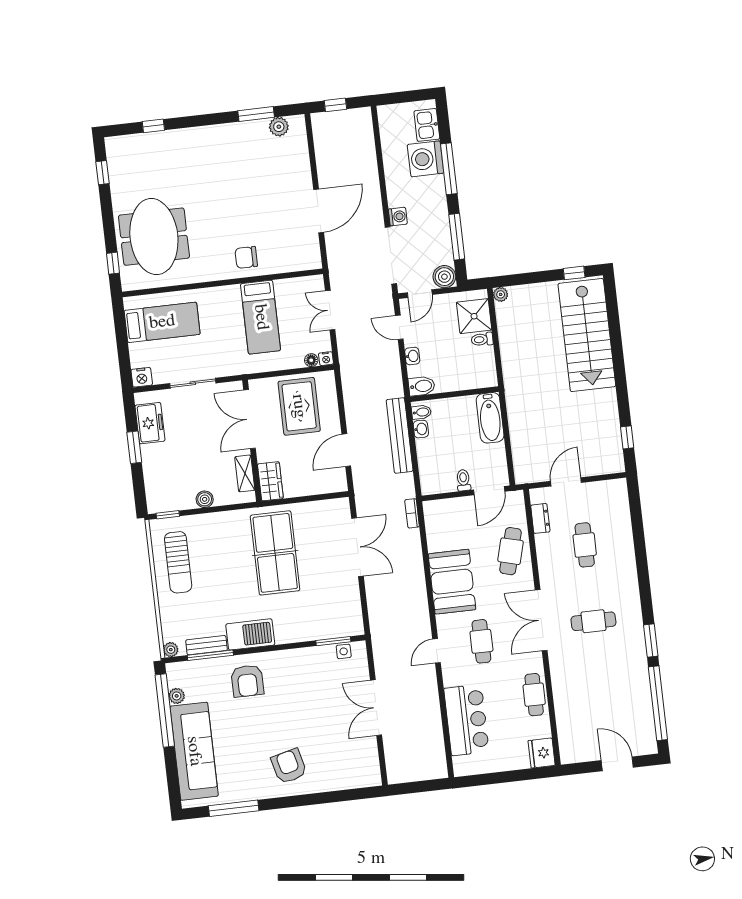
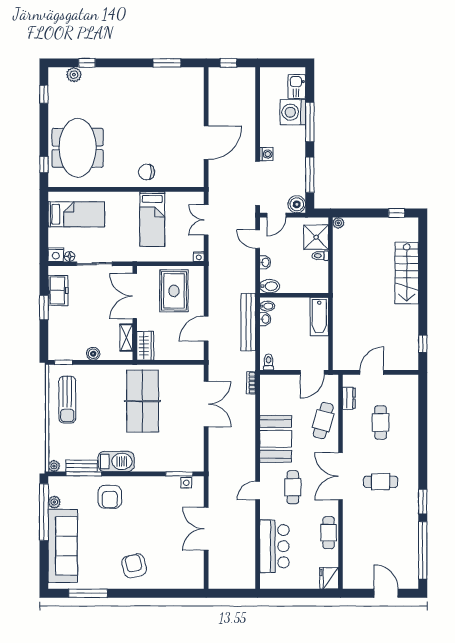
plant: (279, 127) -> (74, 75), moved
stairs: (587, 335) -> (407, 273), width x0.73, depth x0.66
floor lamp: (311, 360) -> (70, 257), moved
toilet: (463, 480) -> (268, 362), moved

